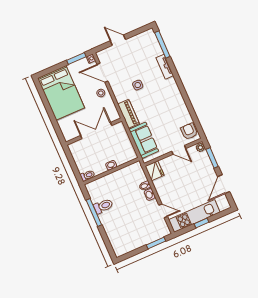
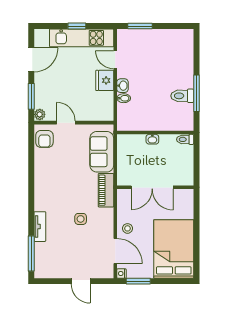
fridge: (155, 171) -> (105, 80), moved

